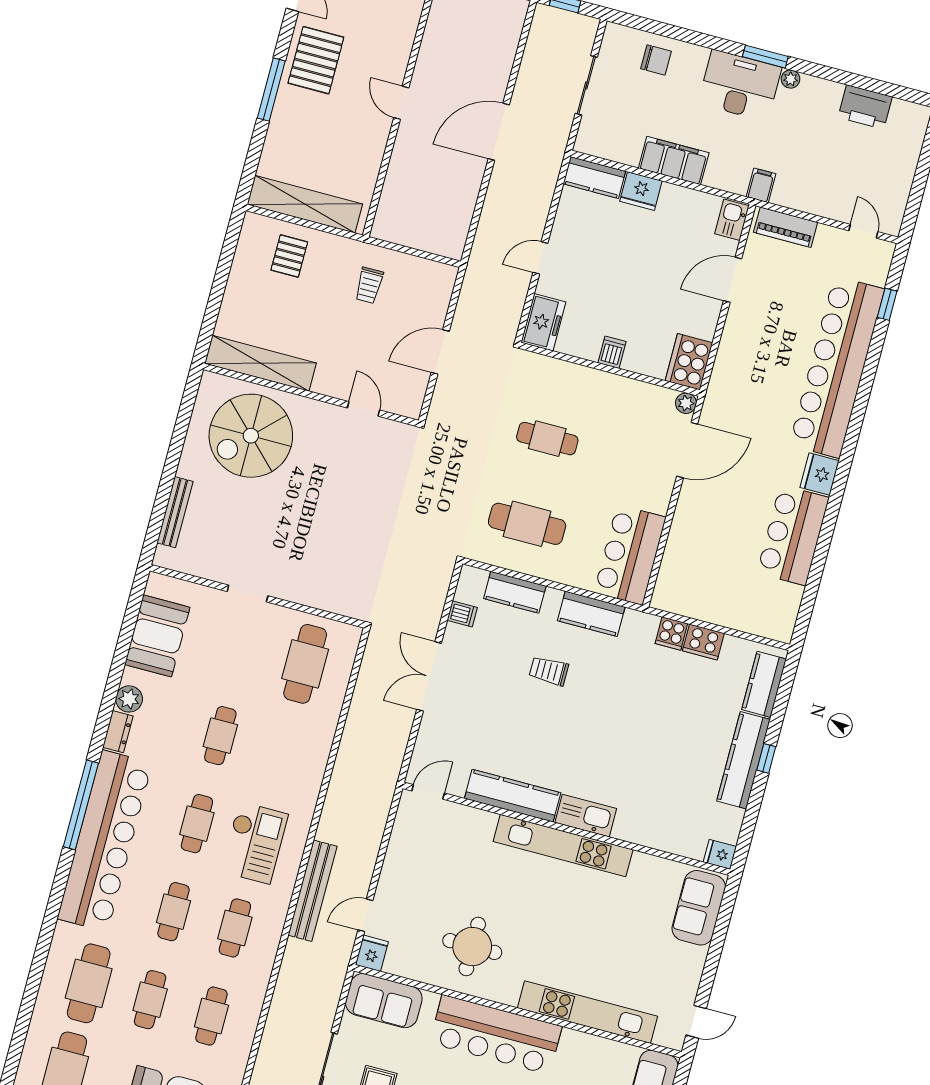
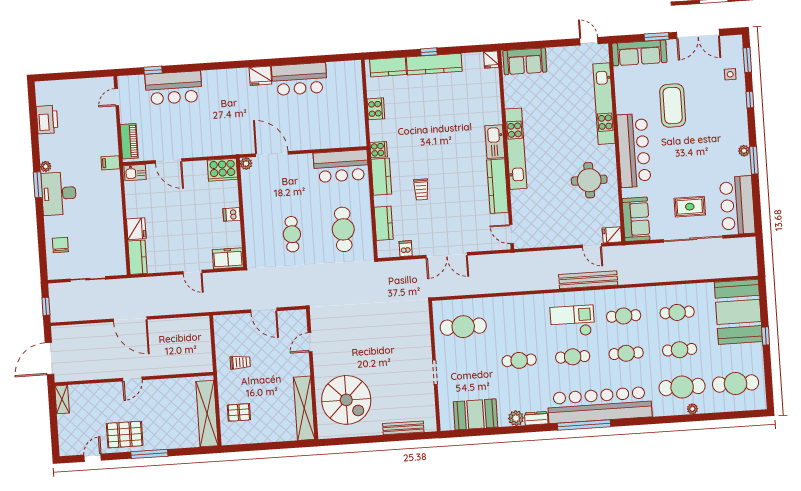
filing cabinet: (674, 161) -> (113, 216), removed
bar counter: (837, 367) -> (174, 88), width x0.54
cooker: (671, 634) -> (379, 150), moved
plant: (48, 988) -> (692, 409), added

